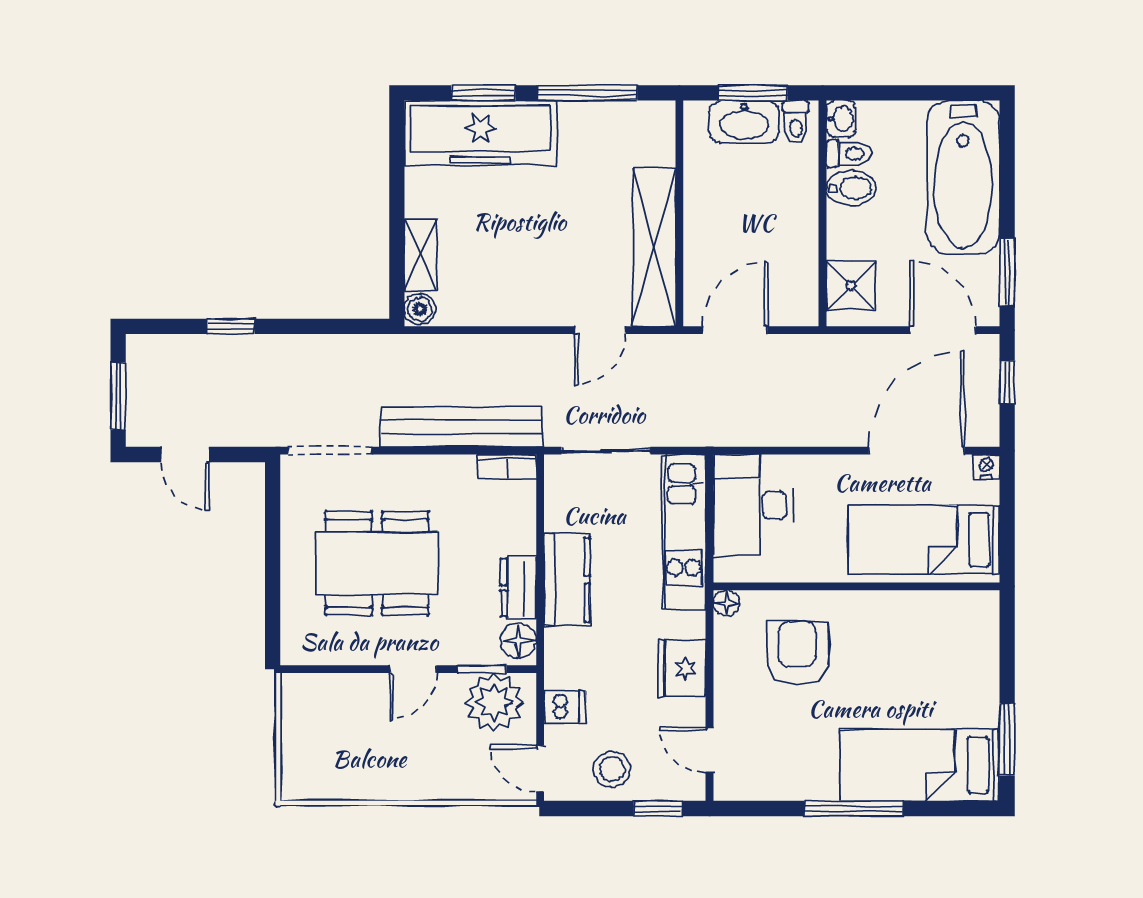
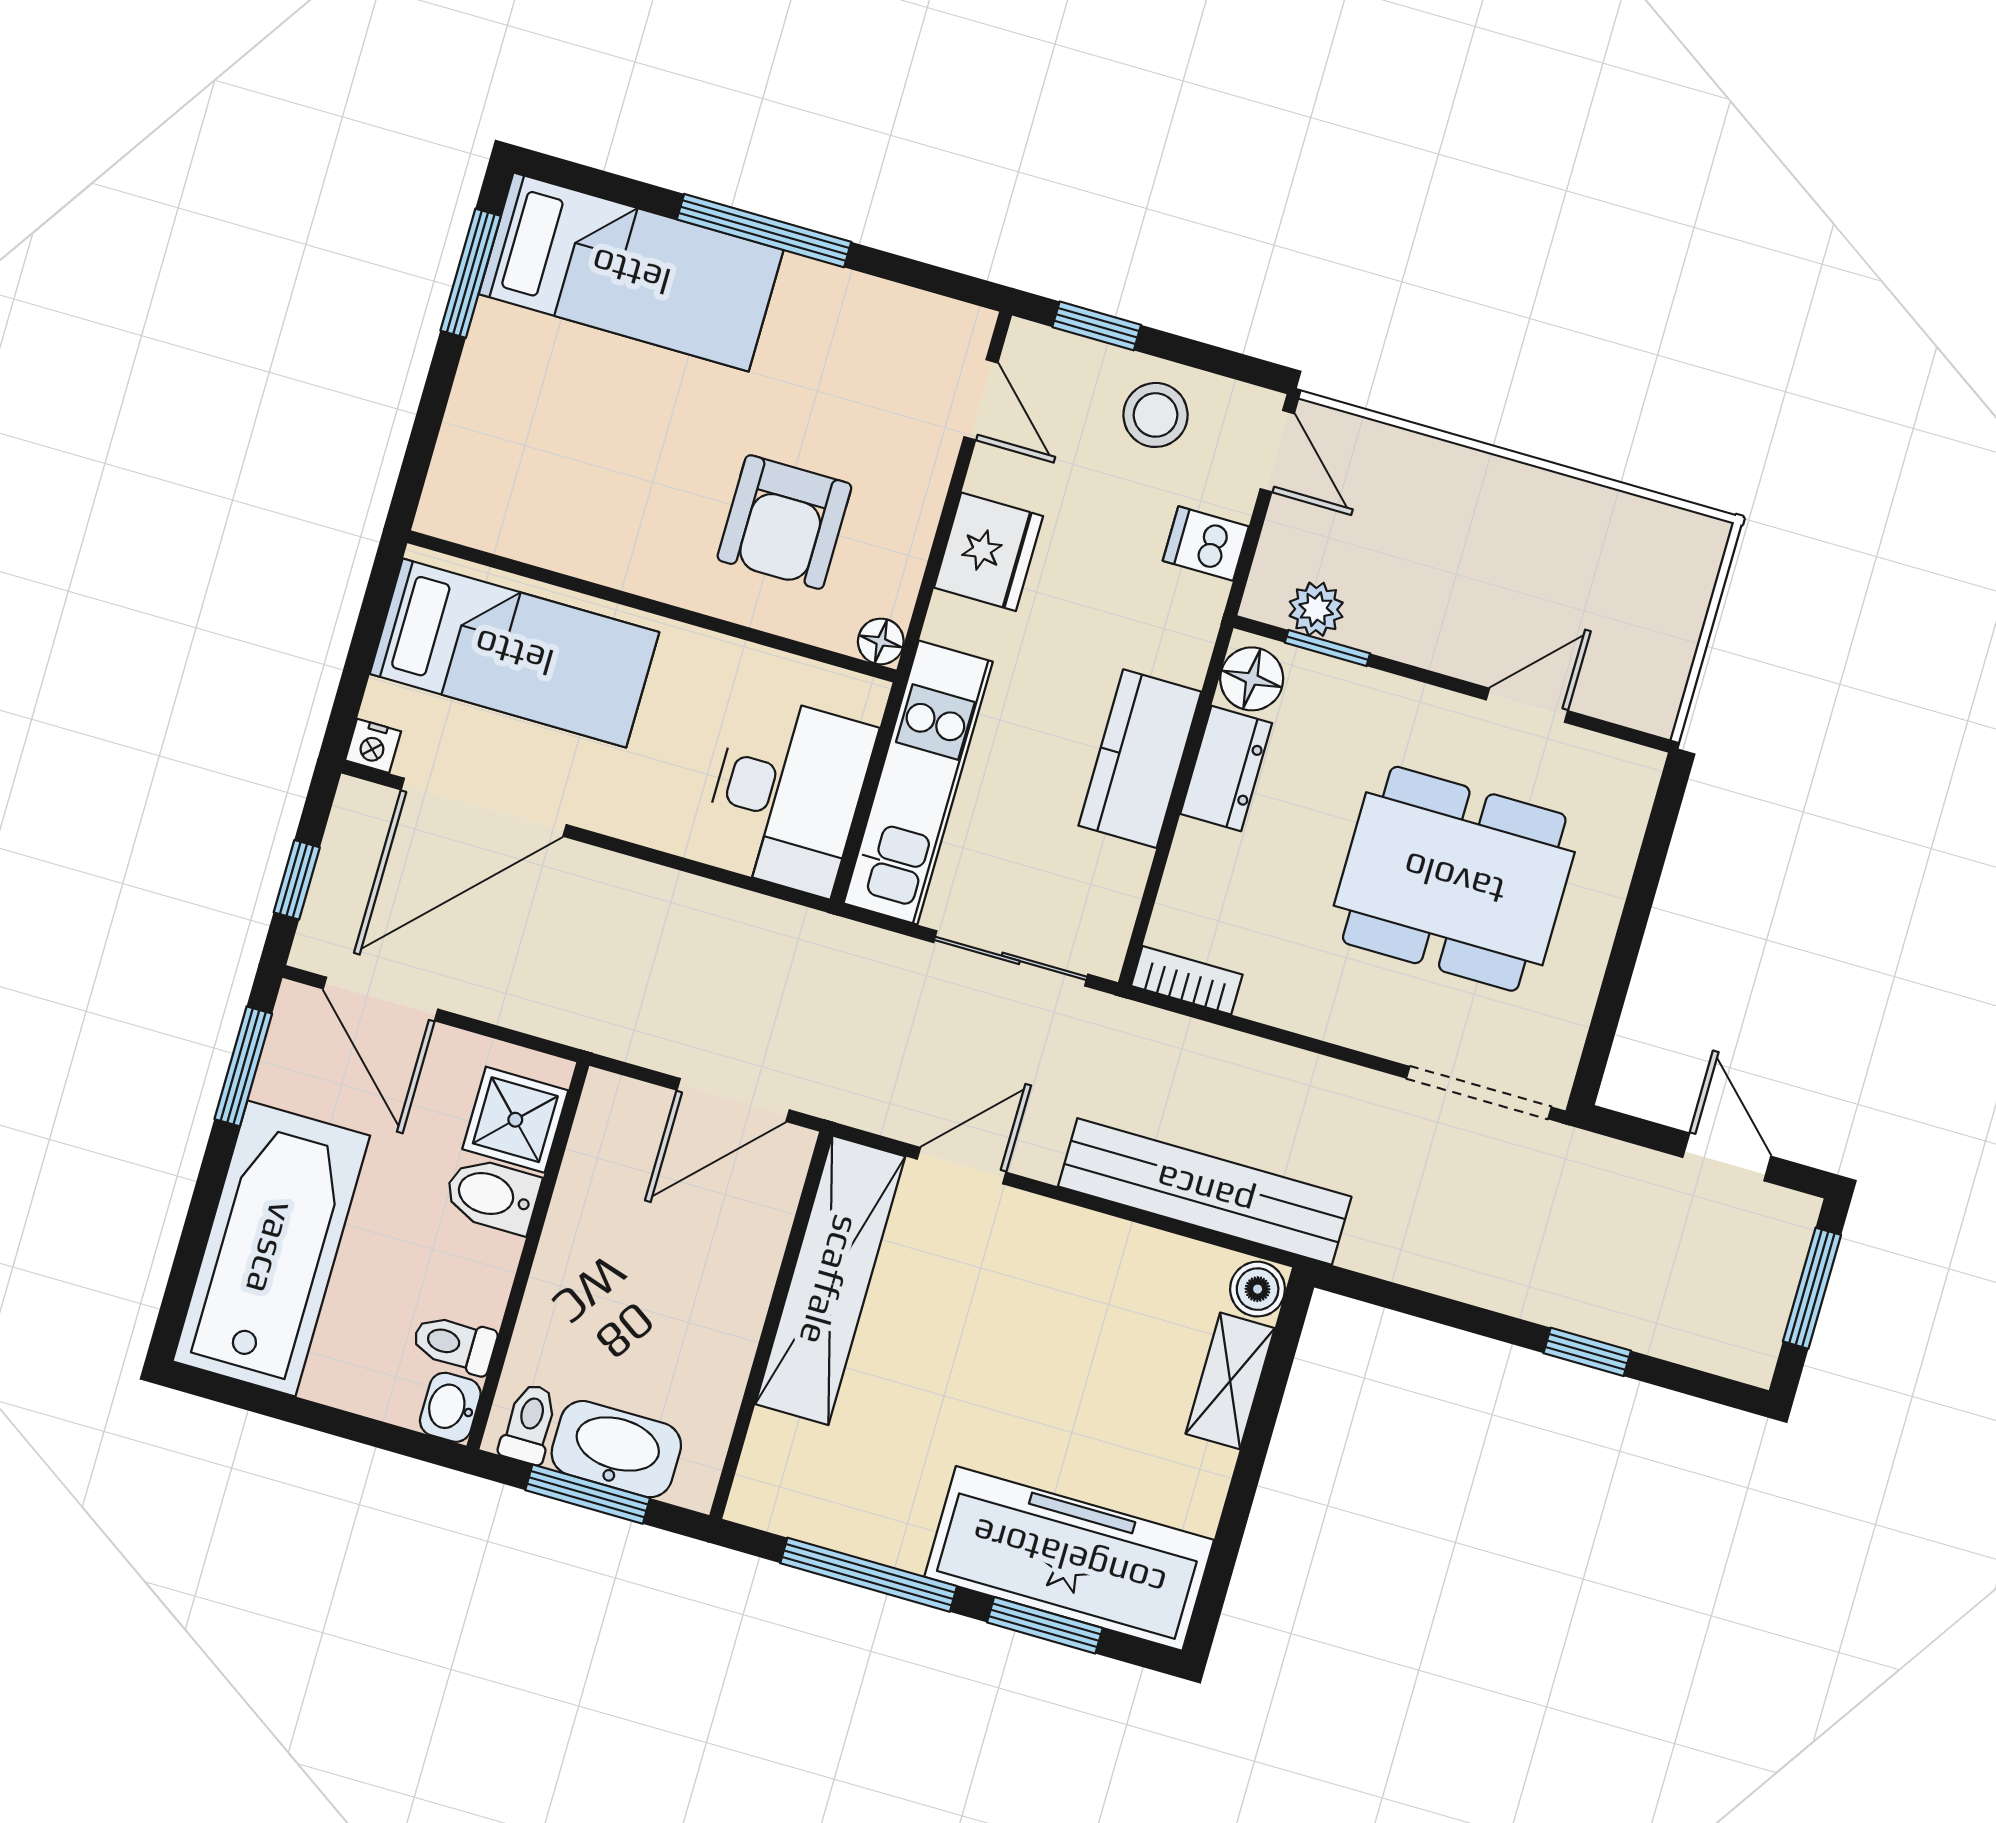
bidet: (851, 188) -> (492, 1195), moved
bench: (461, 427) -> (1205, 1191), moved
door: (413, 669) -> (1527, 705), moved
plant: (494, 702) -> (1316, 609), width x0.53, depth x0.53

